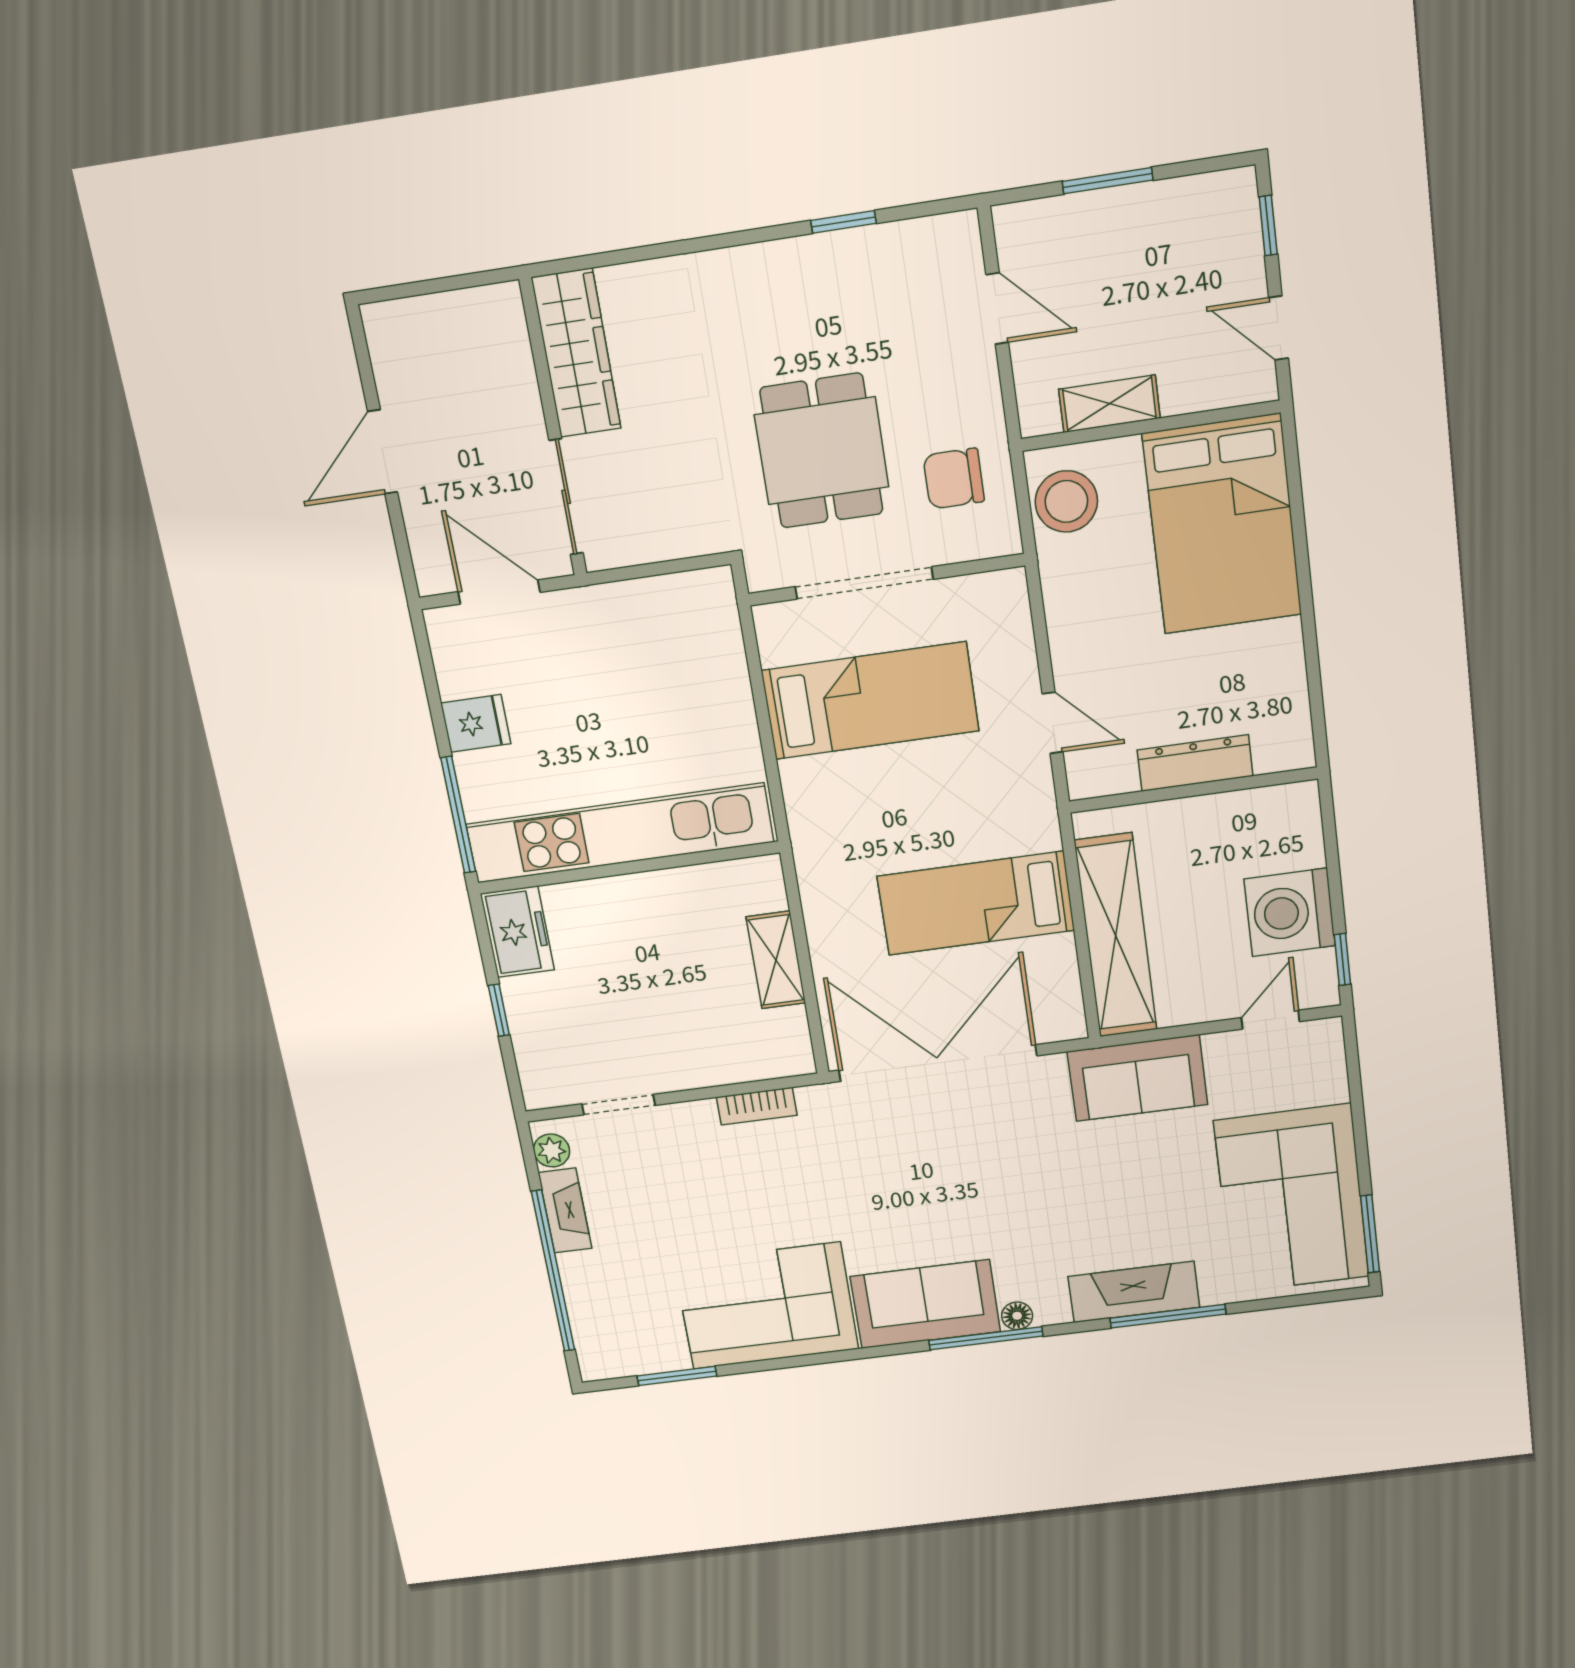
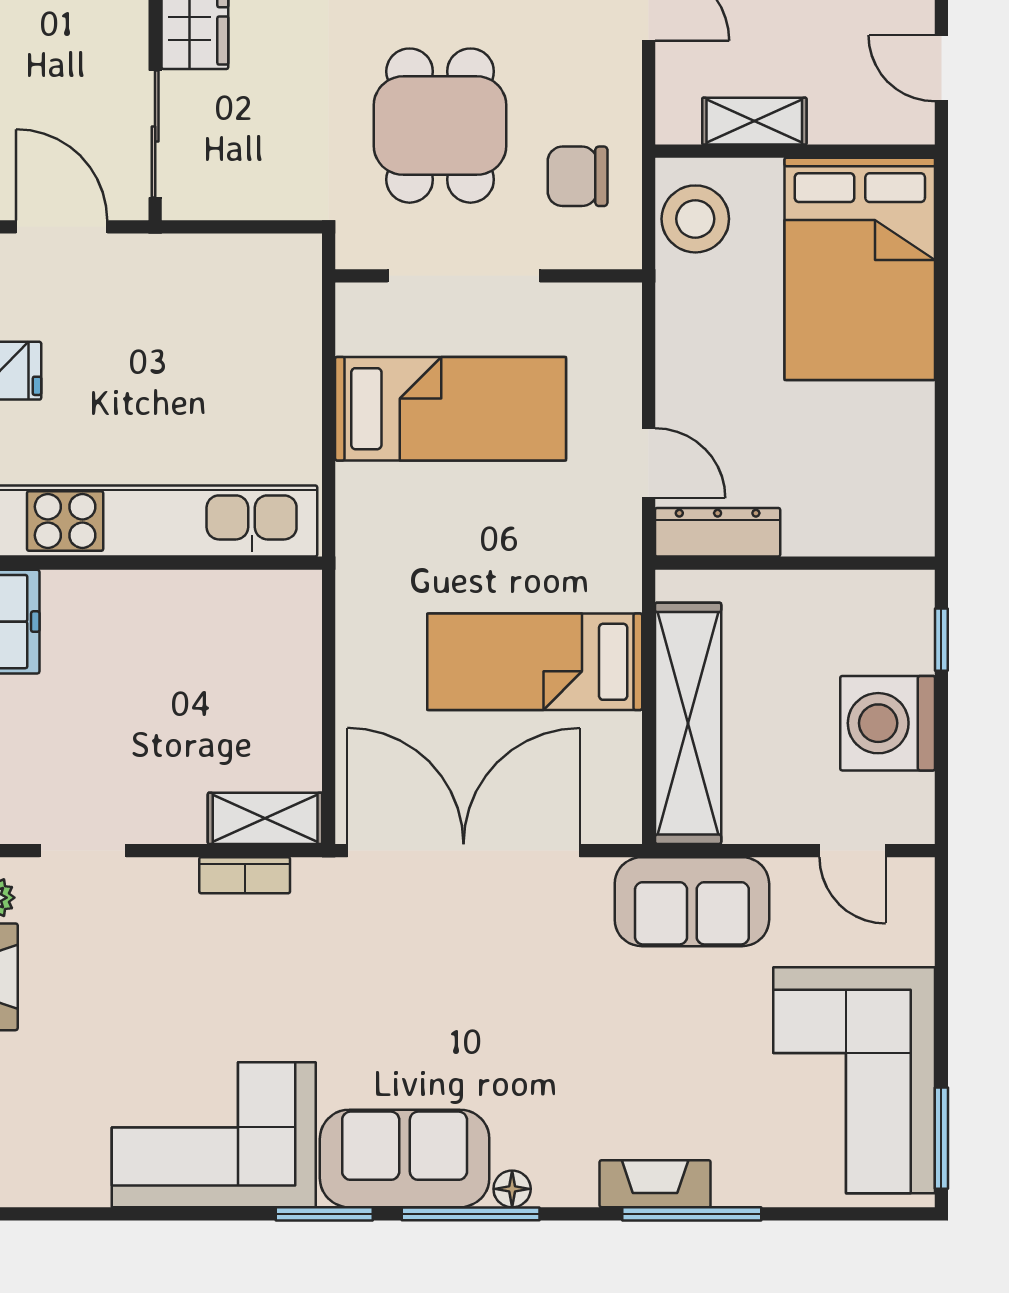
dresser: (1195, 763) -> (718, 532), moved
window: (1342, 959) -> (941, 640), moved
shelving: (776, 960) -> (265, 818), moved, turned 90
door: (1270, 1020) -> (853, 851), swing flipped
fireplace: (1134, 1292) -> (655, 1184), width x0.73, depth x0.76
window: (677, 1376) -> (324, 1214), moved

